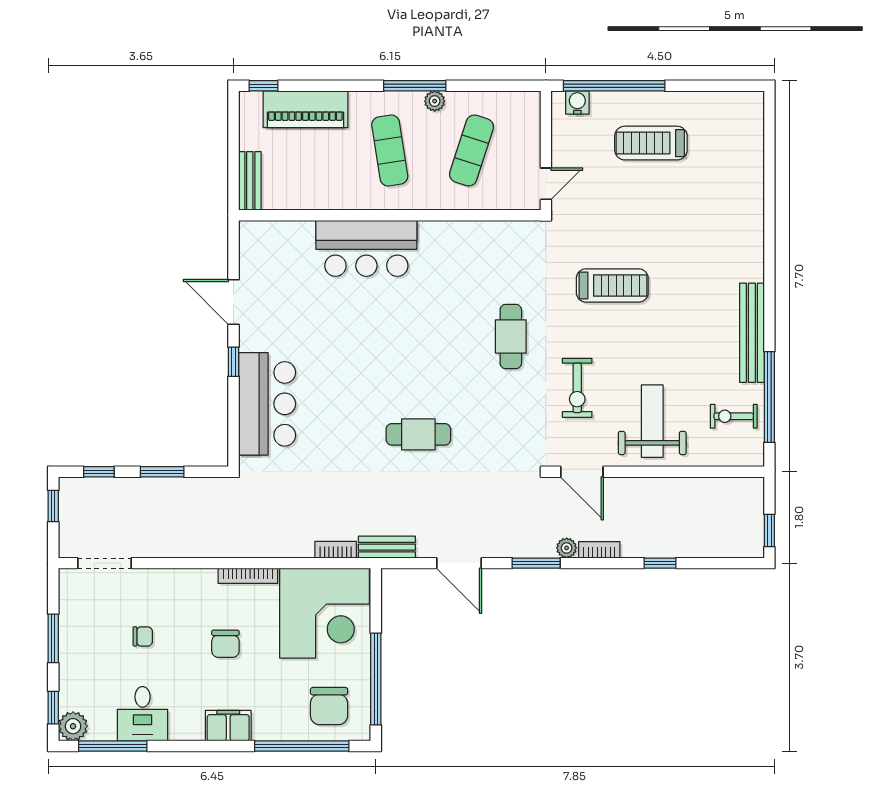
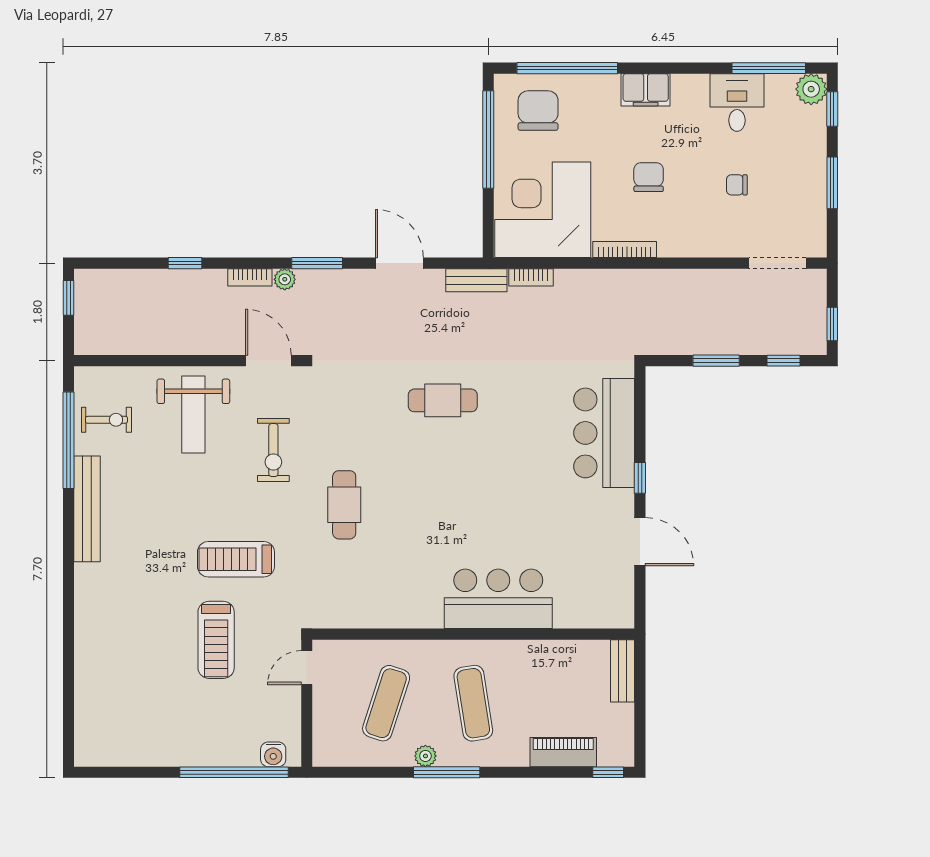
piano: (305, 109) -> (563, 752), width x0.73, depth x0.75
treadmill: (651, 143) -> (216, 640), moved, turned 90
exercise bike: (577, 388) -> (273, 450), turned 180

